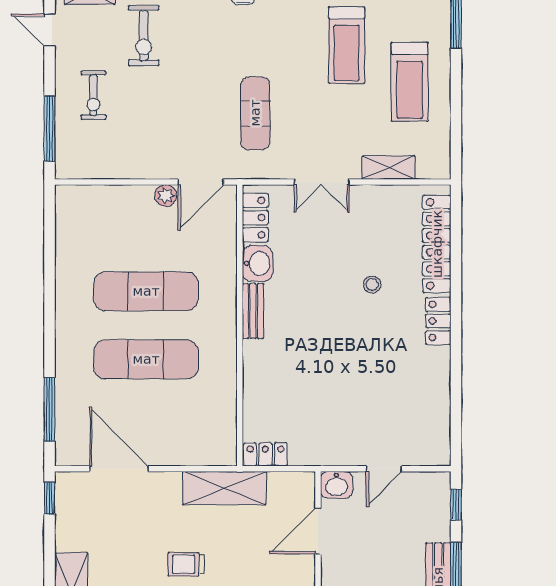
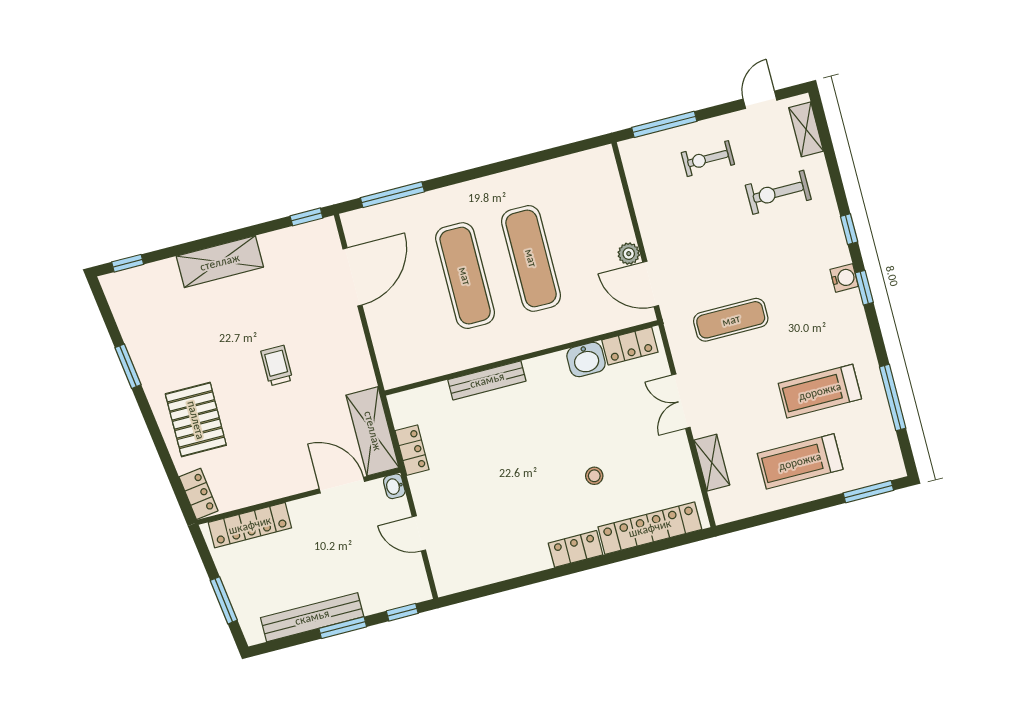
bench: (253, 311) -> (487, 380), moved, width x1.36
locker: (265, 454) -> (412, 450), moved
washbasin: (337, 485) -> (394, 486), width x0.72, depth x0.69
shelving: (224, 488) -> (373, 431), moved

